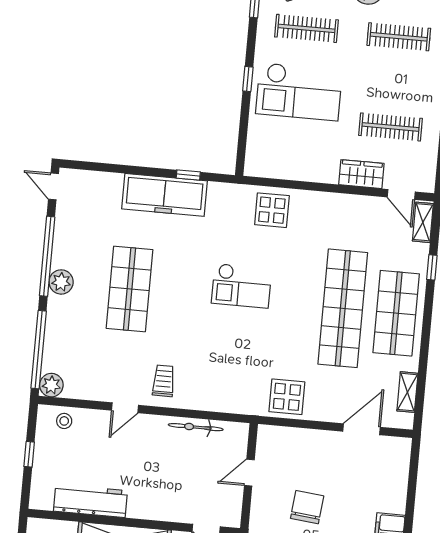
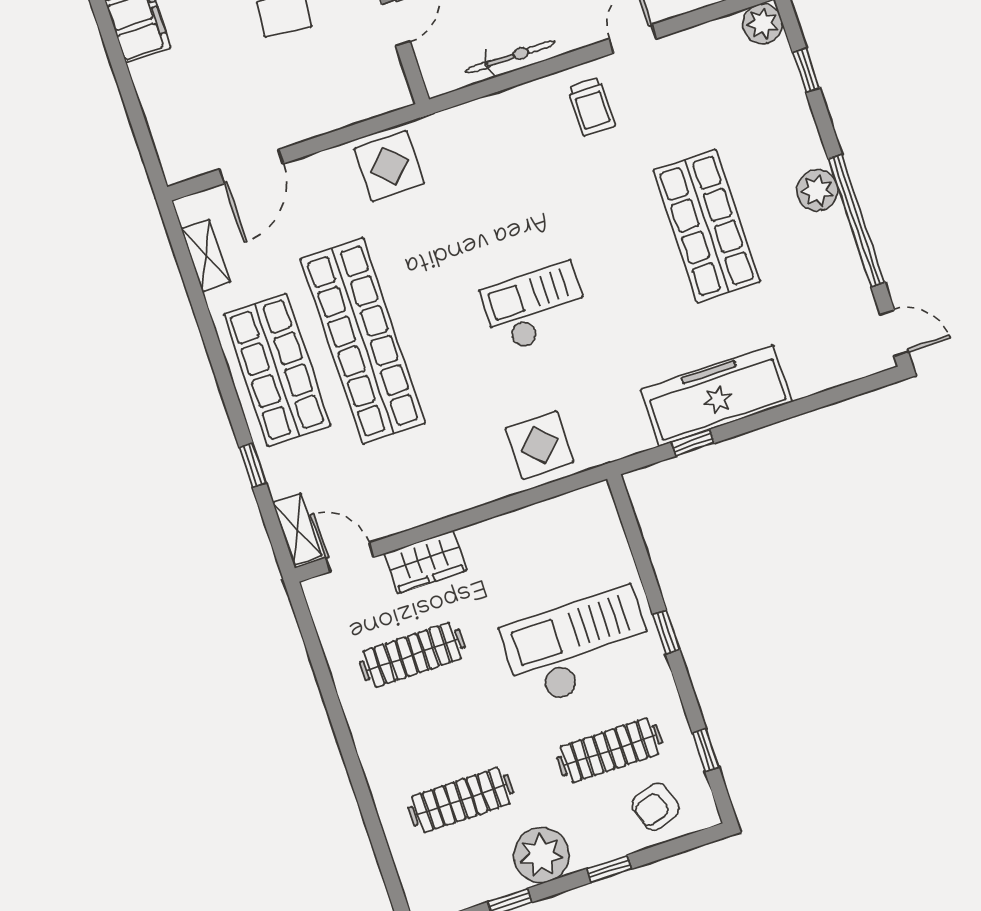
window: (39, 350) -> (806, 70), width x0.32

